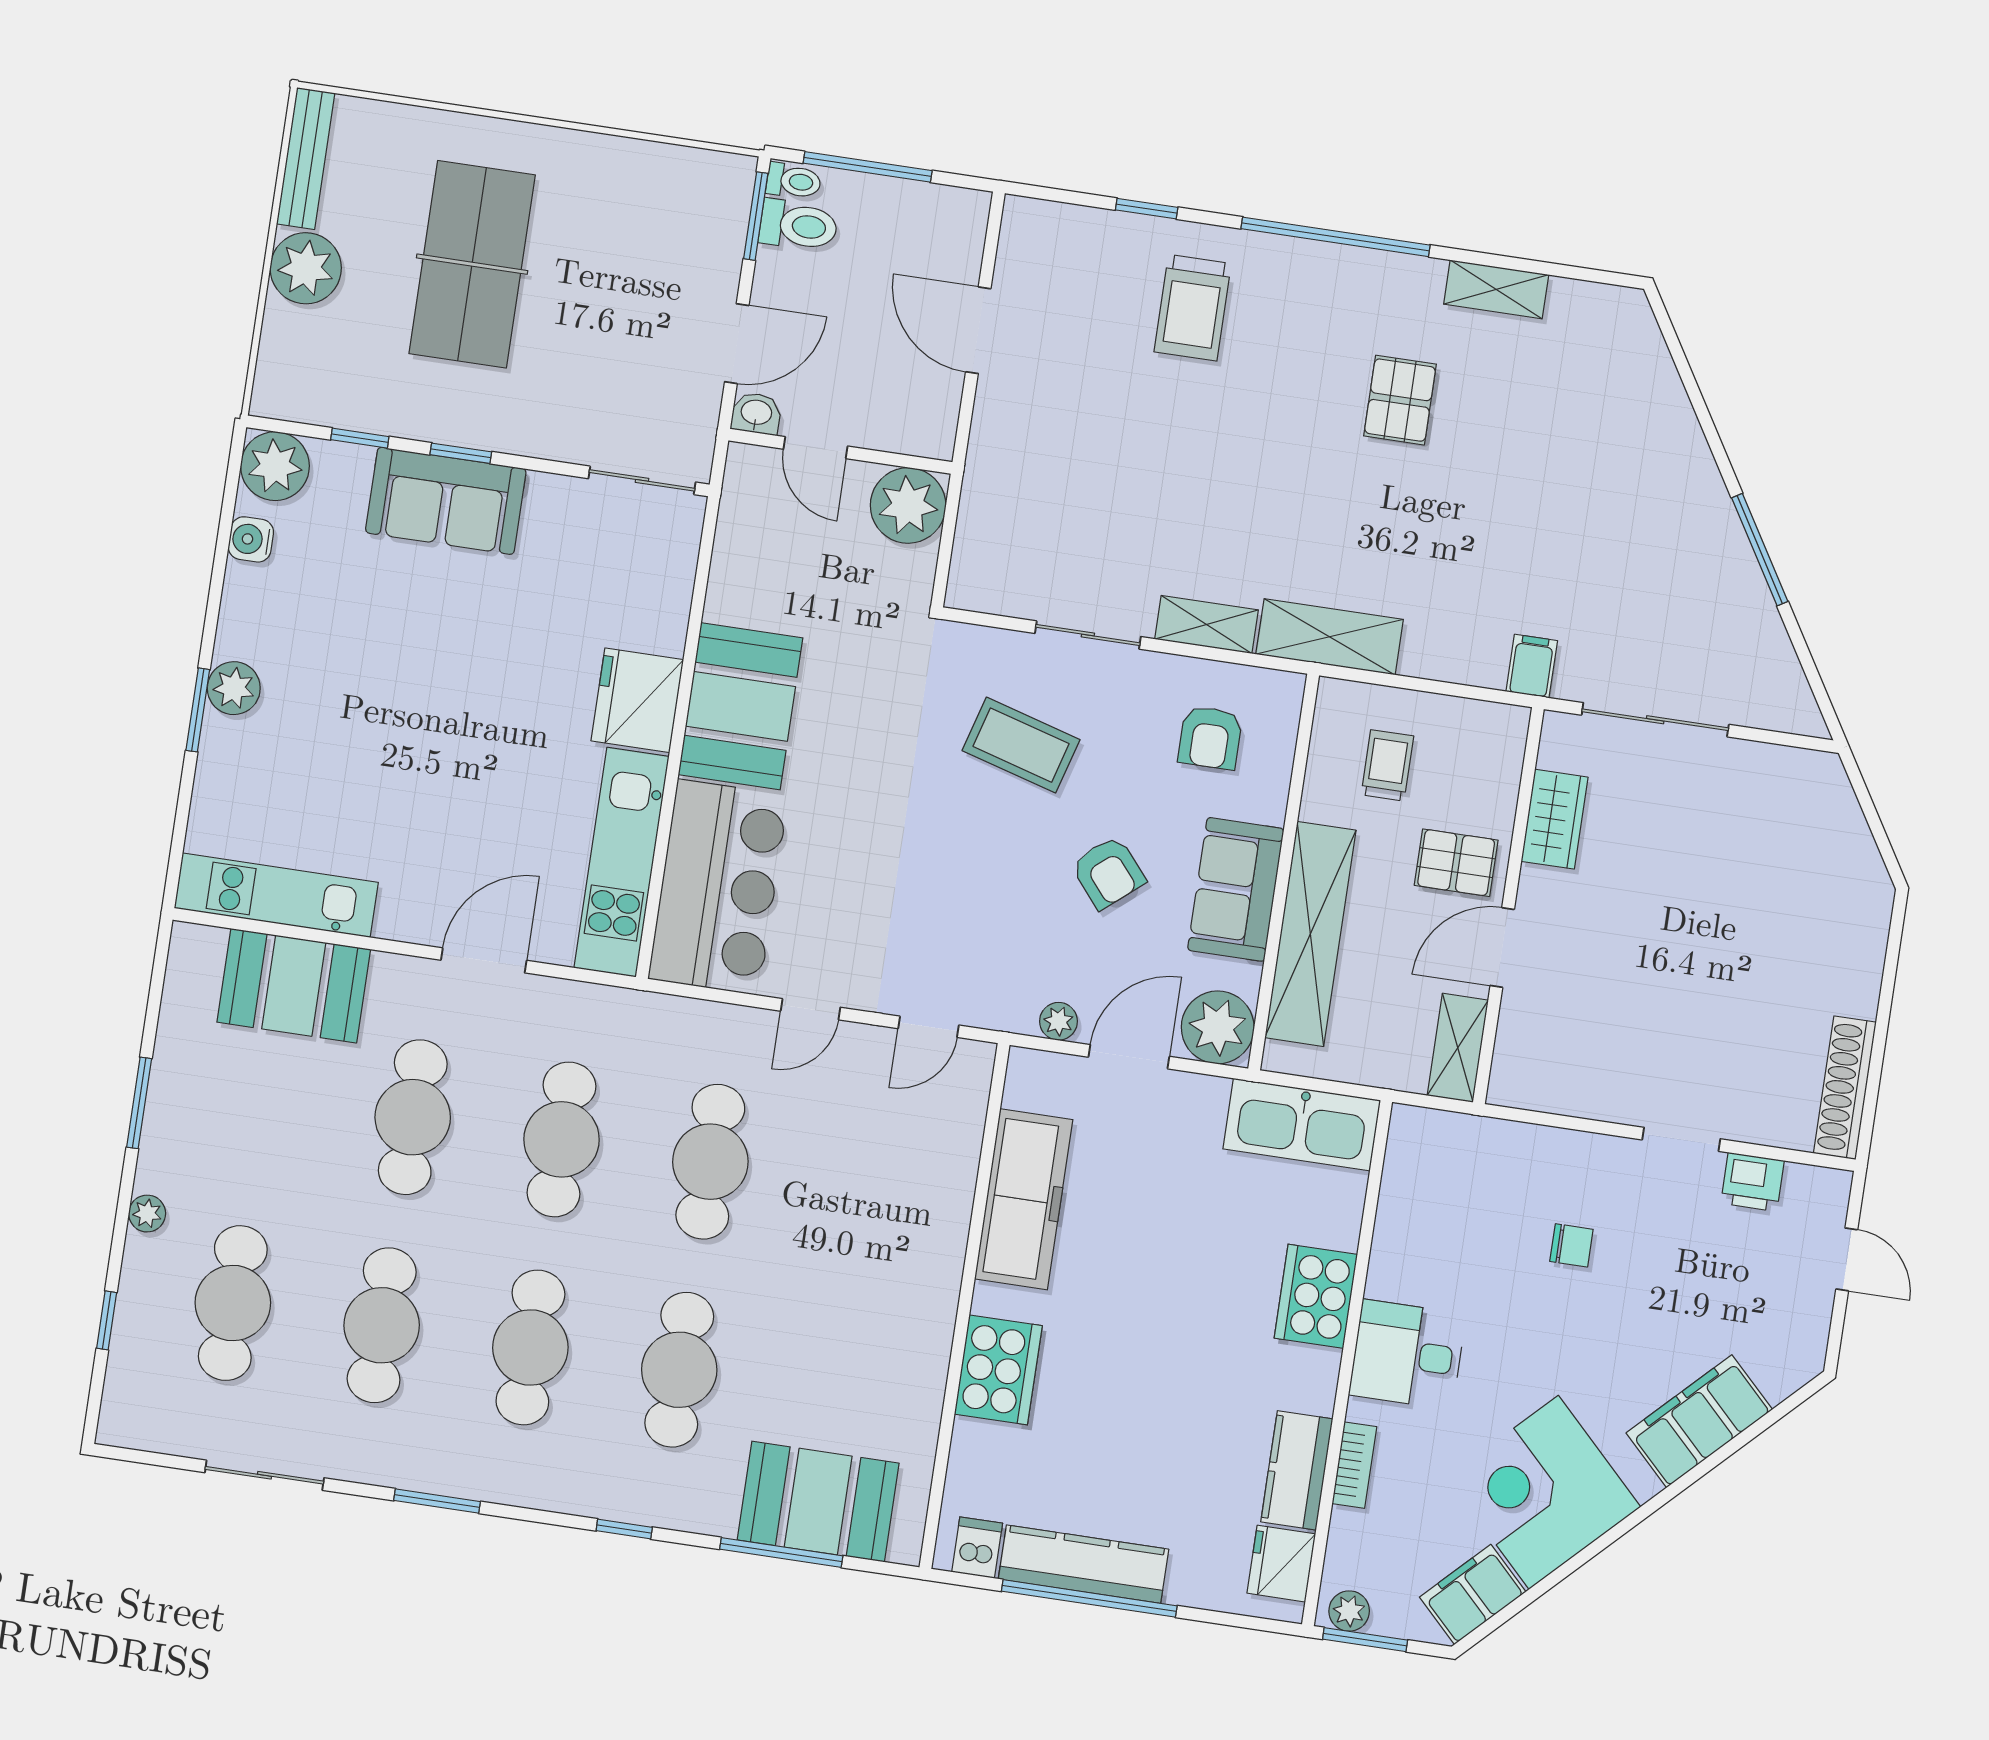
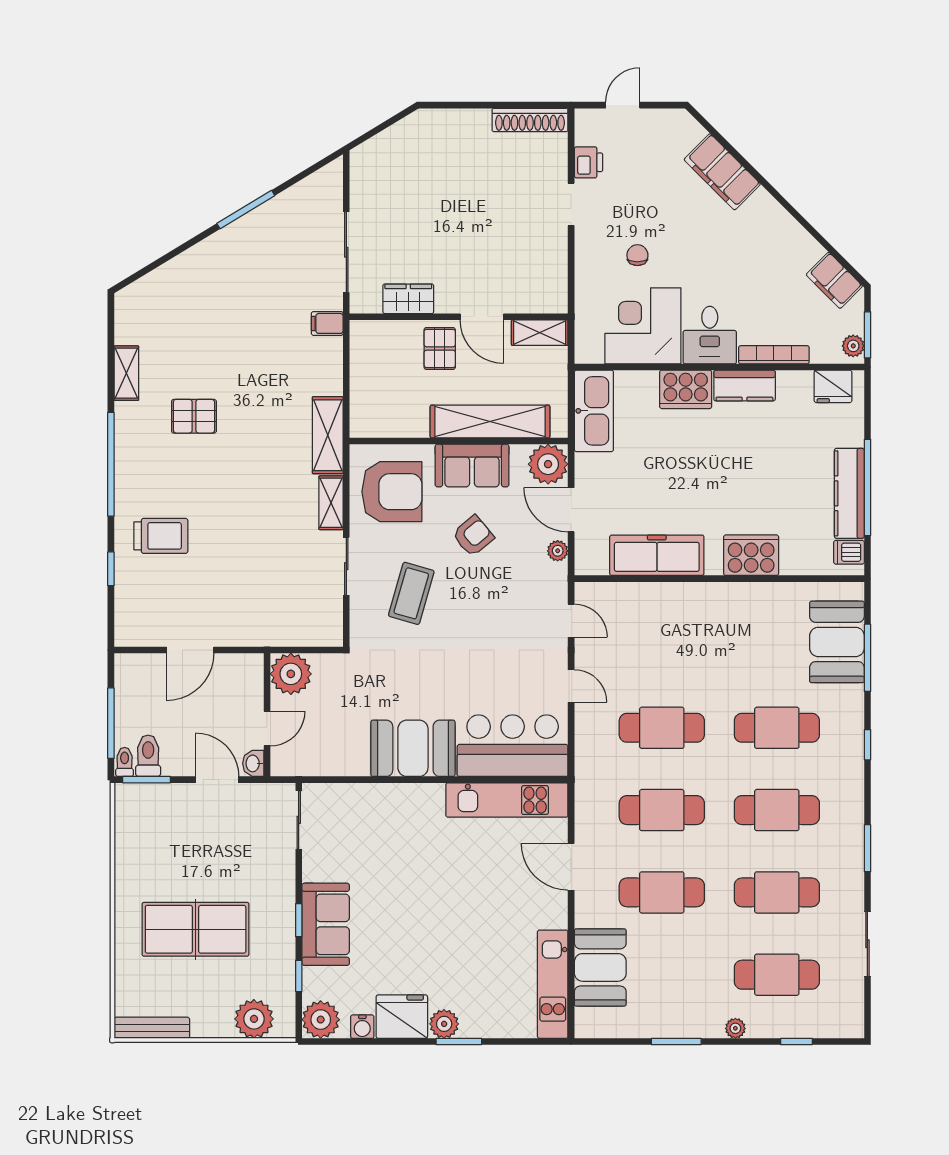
plant: (306, 268) -> (254, 1019), moved
fridge: (637, 700) -> (402, 1017), moved, turned 180
armchair: (1210, 738) -> (392, 492), width x1.88, depth x1.88
trolley: (1387, 765) -> (393, 394), removed
bookcase: (1354, 1465) -> (774, 355), width x1.56
kitchen counter: (1297, 1470) -> (745, 386), moved
corner desk: (1544, 1492) -> (643, 326), moved, turned 135

